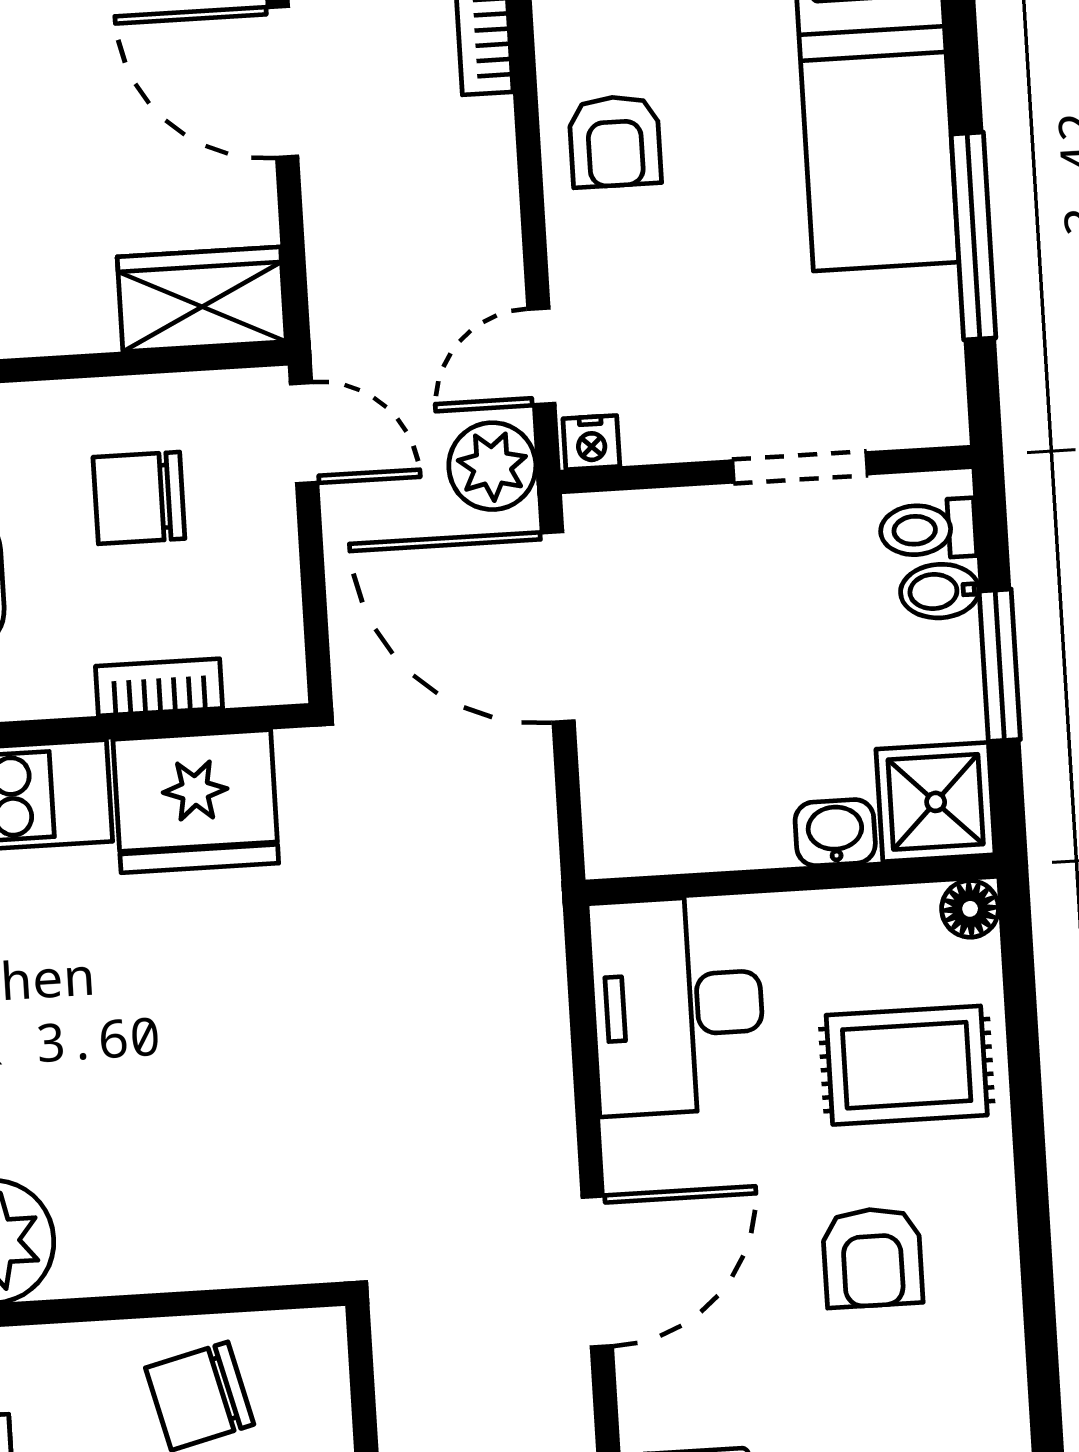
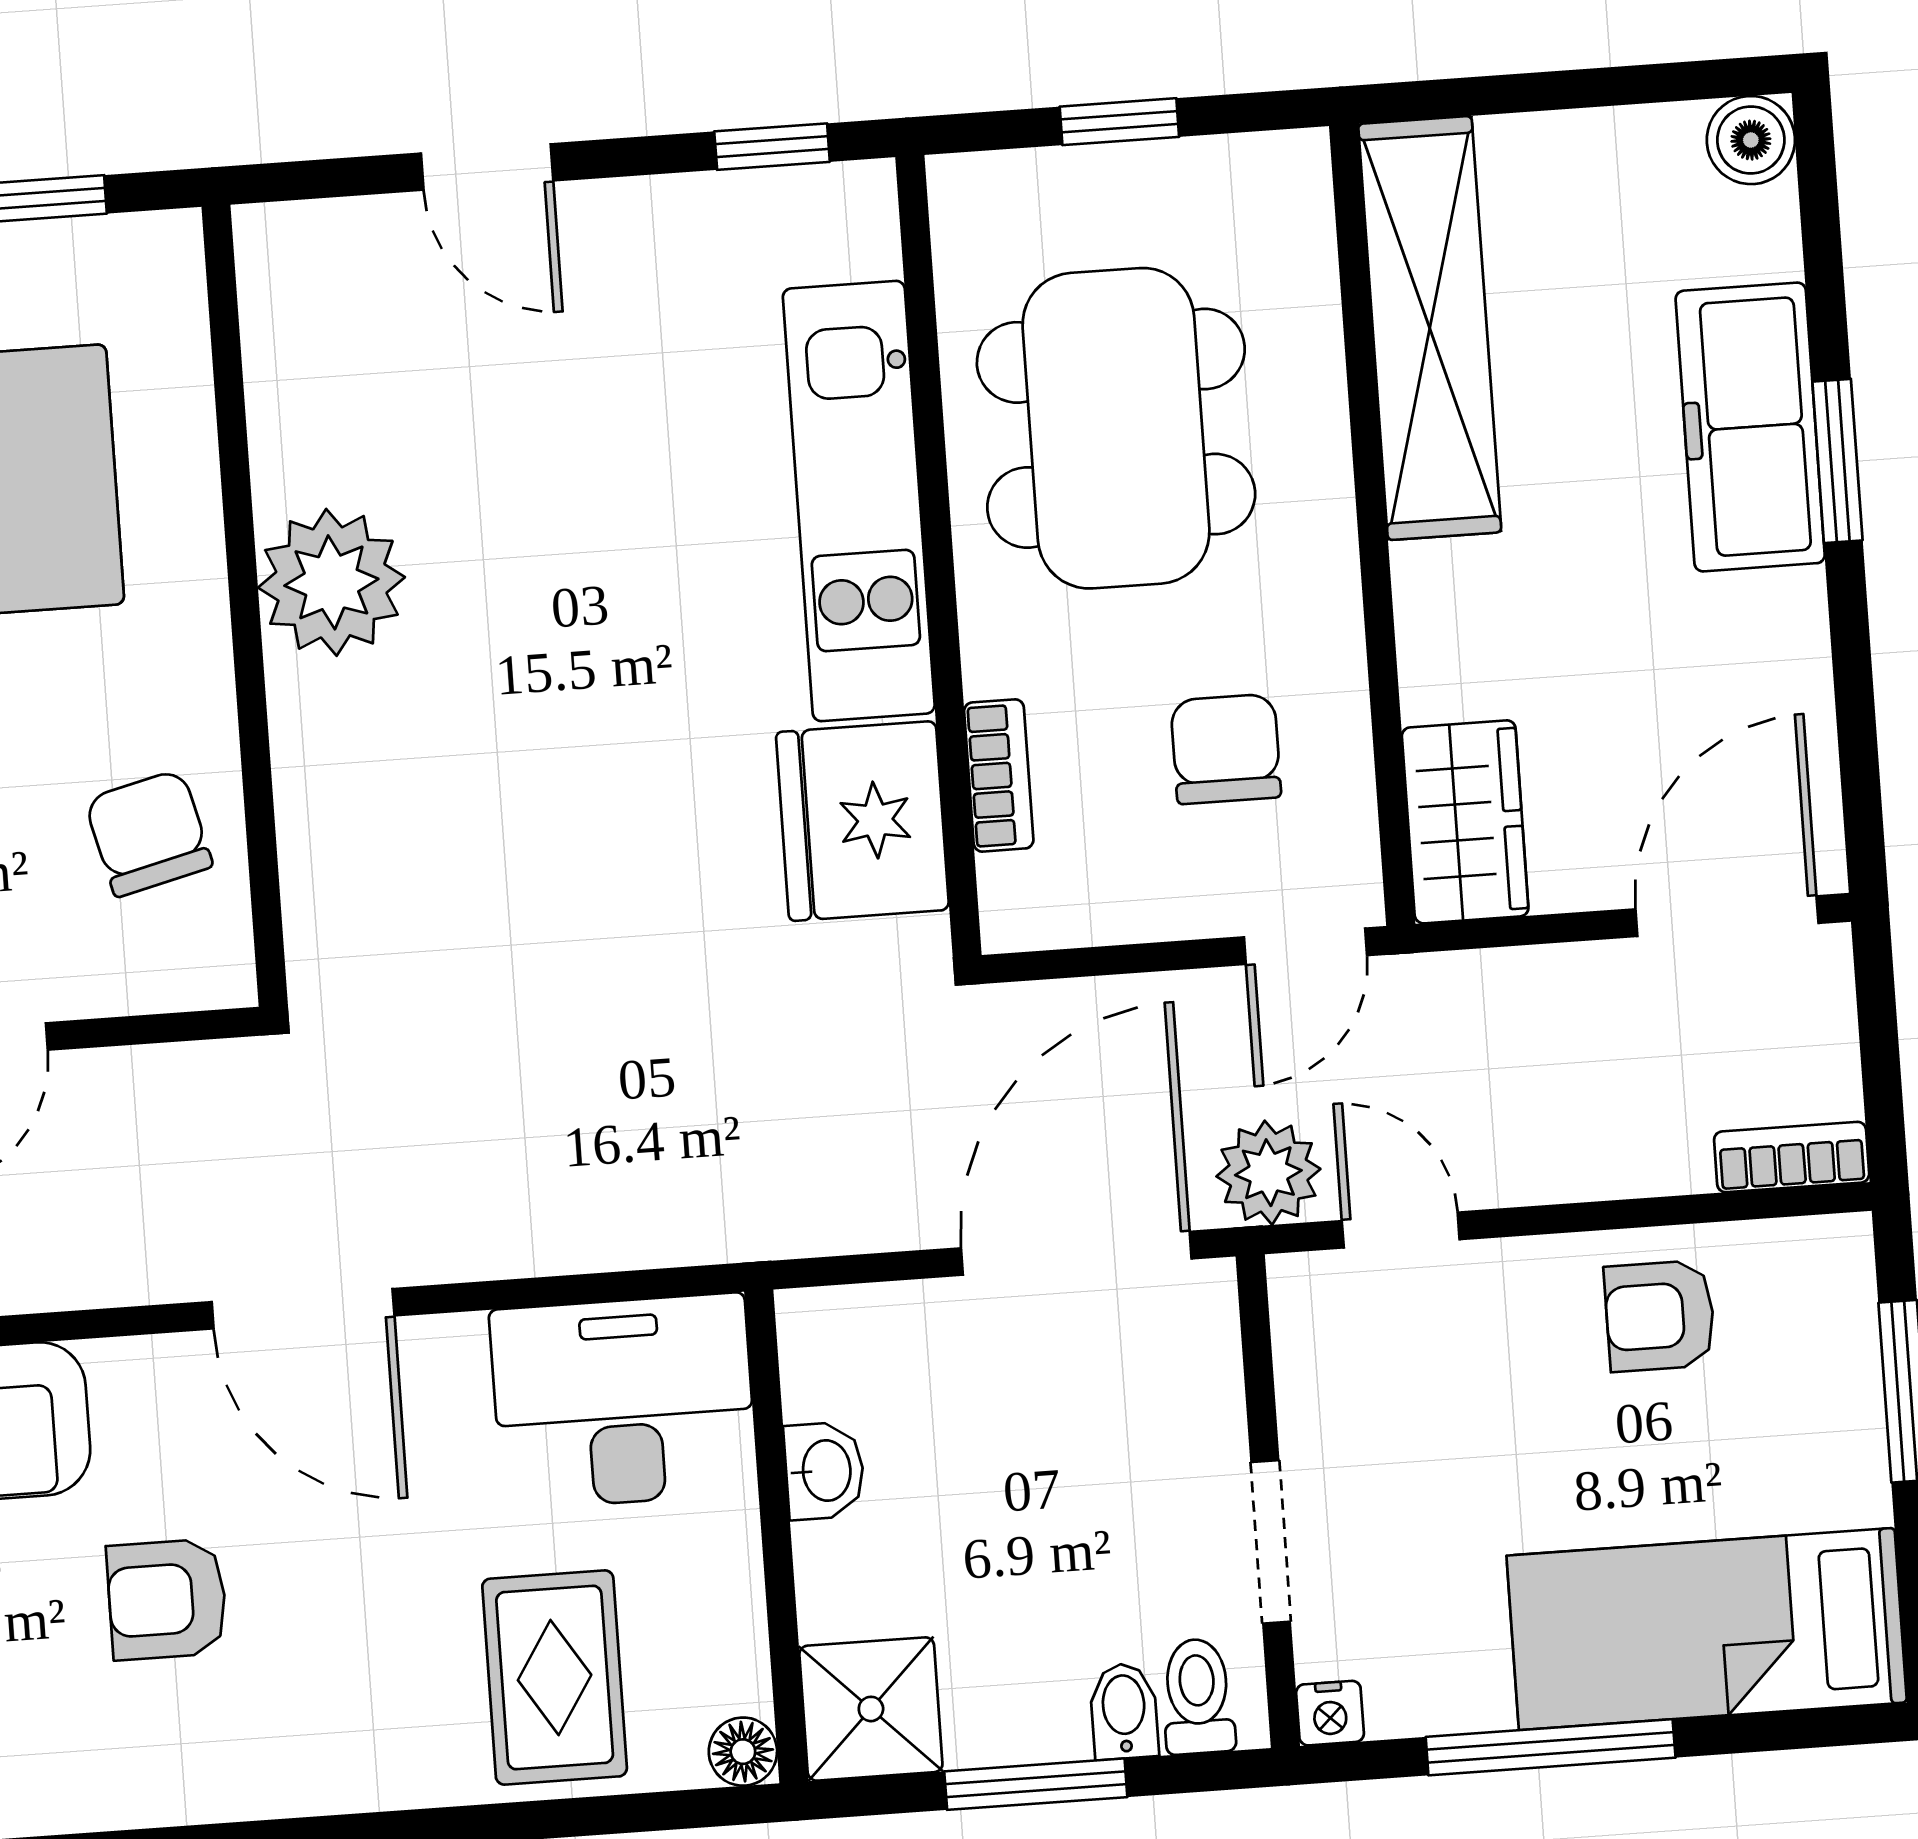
nightstand: (591, 443) -> (1330, 1713), moved, turned -90
washbasin: (835, 833) -> (824, 1471), moved
armchair: (872, 1257) -> (167, 1599), moved

